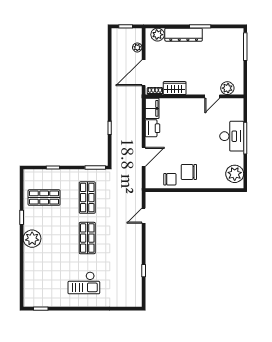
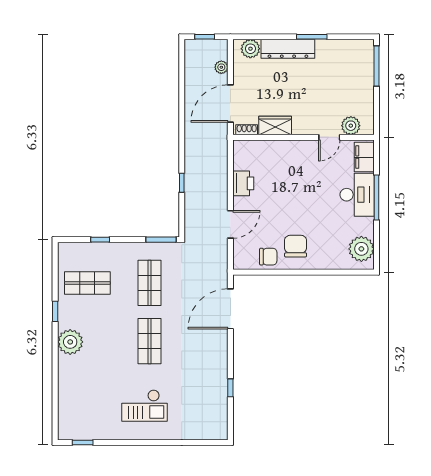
filing cabinet: (152, 108) -> (364, 157), moved, turned 180
chair: (189, 172) -> (296, 246), turned 90
door: (144, 216) -> (230, 309), width x1.87

